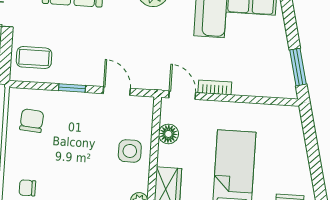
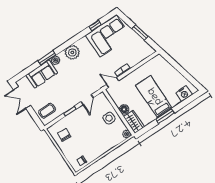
window: (298, 67) -> (140, 32), moved
door: (117, 91) -> (87, 100), swing flipped
floor lamp: (168, 134) -> (124, 109), moved

